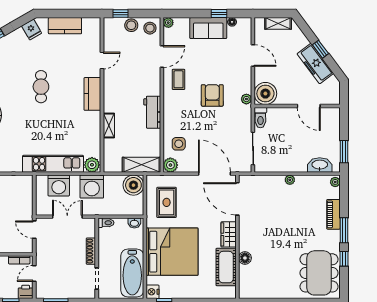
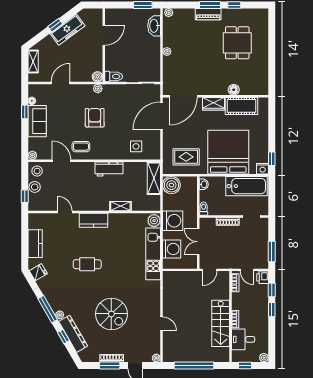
boiler: (265, 94) -> (97, 77), width x0.54, depth x0.54
armchair: (212, 95) -> (95, 118), turned 90
plant: (170, 165) -> (154, 153), removed
piano: (333, 214) -> (208, 14), moved
dining table: (319, 273) -> (237, 43), moved, width x0.73

